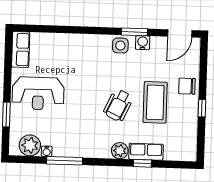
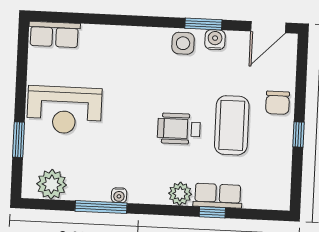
row of seats: (21, 50) -> (54, 34), moved, turned 90
chair: (187, 86) -> (278, 103), turned -90
wheelchair: (118, 105) -> (179, 129), turned 65
water cooler: (47, 151) -> (119, 195), moved

